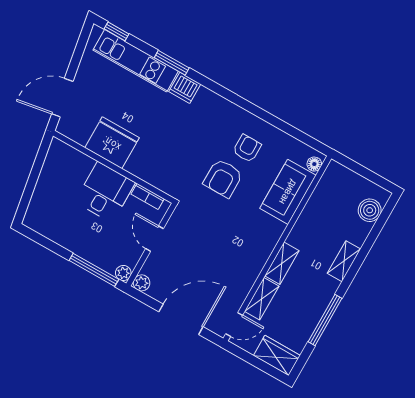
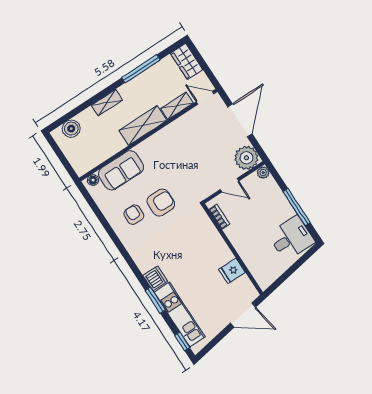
fridge: (112, 143) -> (232, 271), width x0.53, depth x0.75
armchair: (247, 148) -> (134, 215), turned 90
desk: (105, 192) -> (291, 238), moved, turned 180
door: (154, 239) -> (229, 185), hinge flipped
shelving: (282, 263) -> (143, 125), width x1.50, depth x1.33
window: (94, 270) -> (297, 207), moved
plant: (142, 283) -> (246, 158), width x1.88, depth x1.88
door: (181, 319) -> (240, 120), swing flipped

